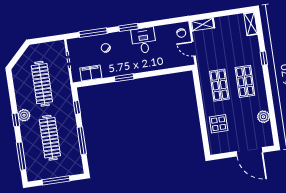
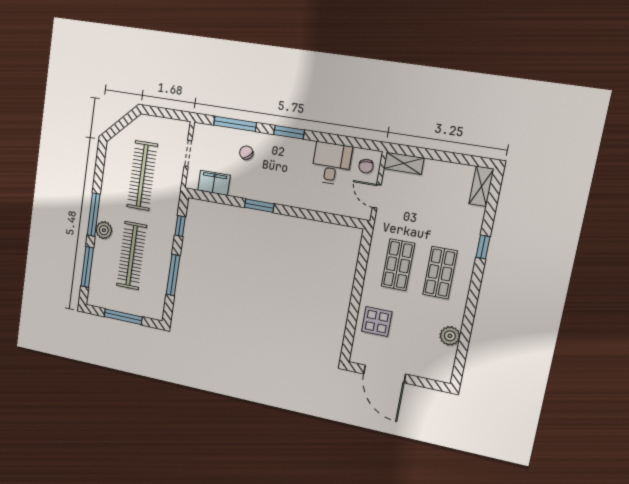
desk: (144, 40) -> (331, 163), moved
plant: (24, 115) -> (104, 230), moved
window: (16, 120) -> (94, 215), width x2.17
door: (250, 152) -> (385, 374), moved

